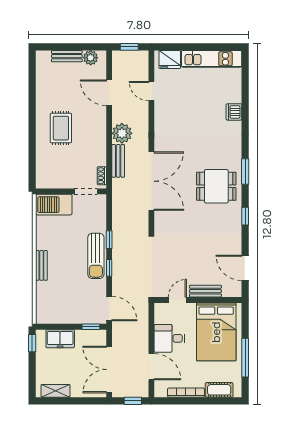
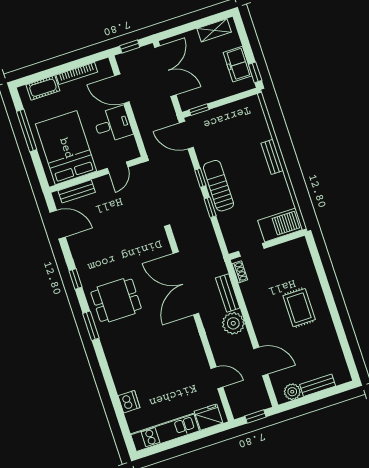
dishwasher: (234, 112) -> (129, 402), moved
bench: (205, 291) -> (77, 191), moved
freezer: (60, 339) -> (238, 64), moved, turned -90

